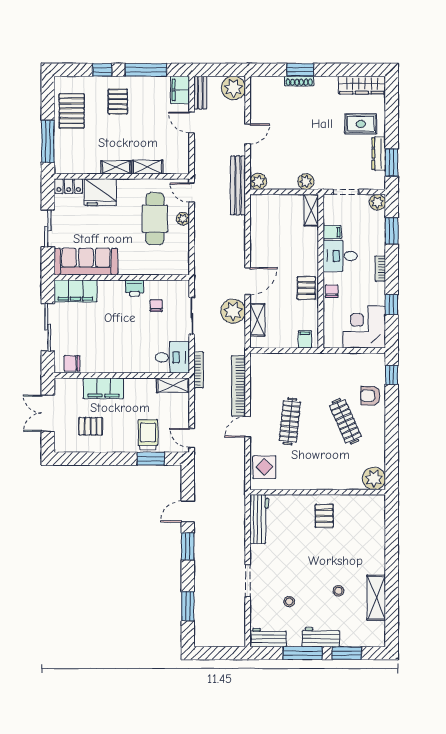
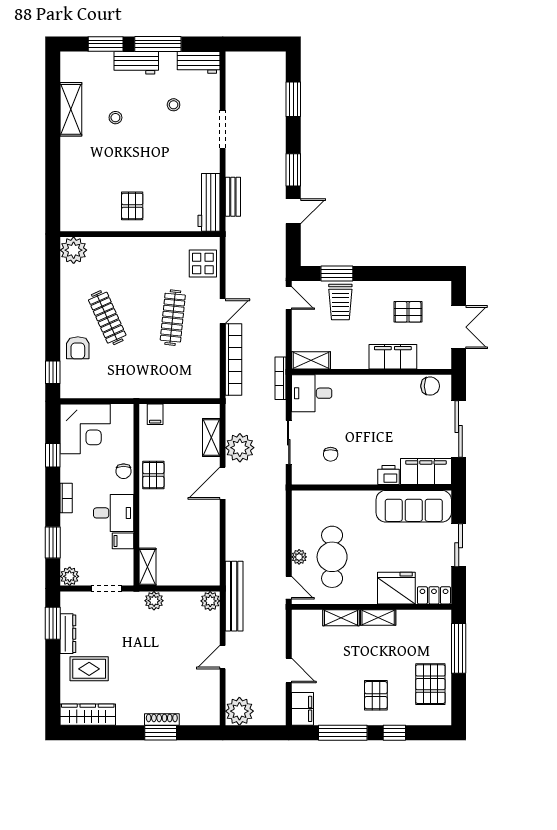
bench: (200, 93) -> (233, 197), moved
printer: (135, 288) -> (388, 475), moved
armchair: (370, 396) -> (78, 348), turned 90

